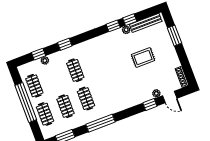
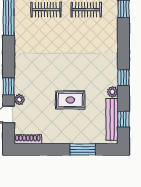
window: (130, 20) -> (123, 119), moved
rug: (143, 57) -> (70, 100), turned 90

